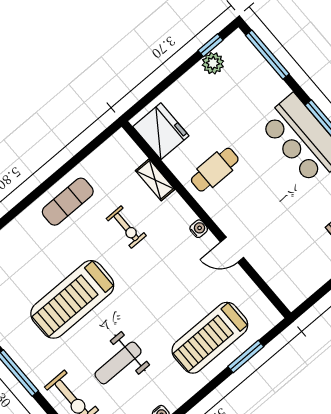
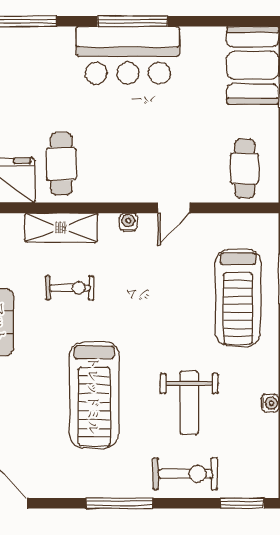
cafe table: (215, 170) -> (61, 164), moved
shelving: (155, 180) -> (61, 228), width x1.50, depth x1.33
cafe table: (294, 273) -> (245, 169), added

